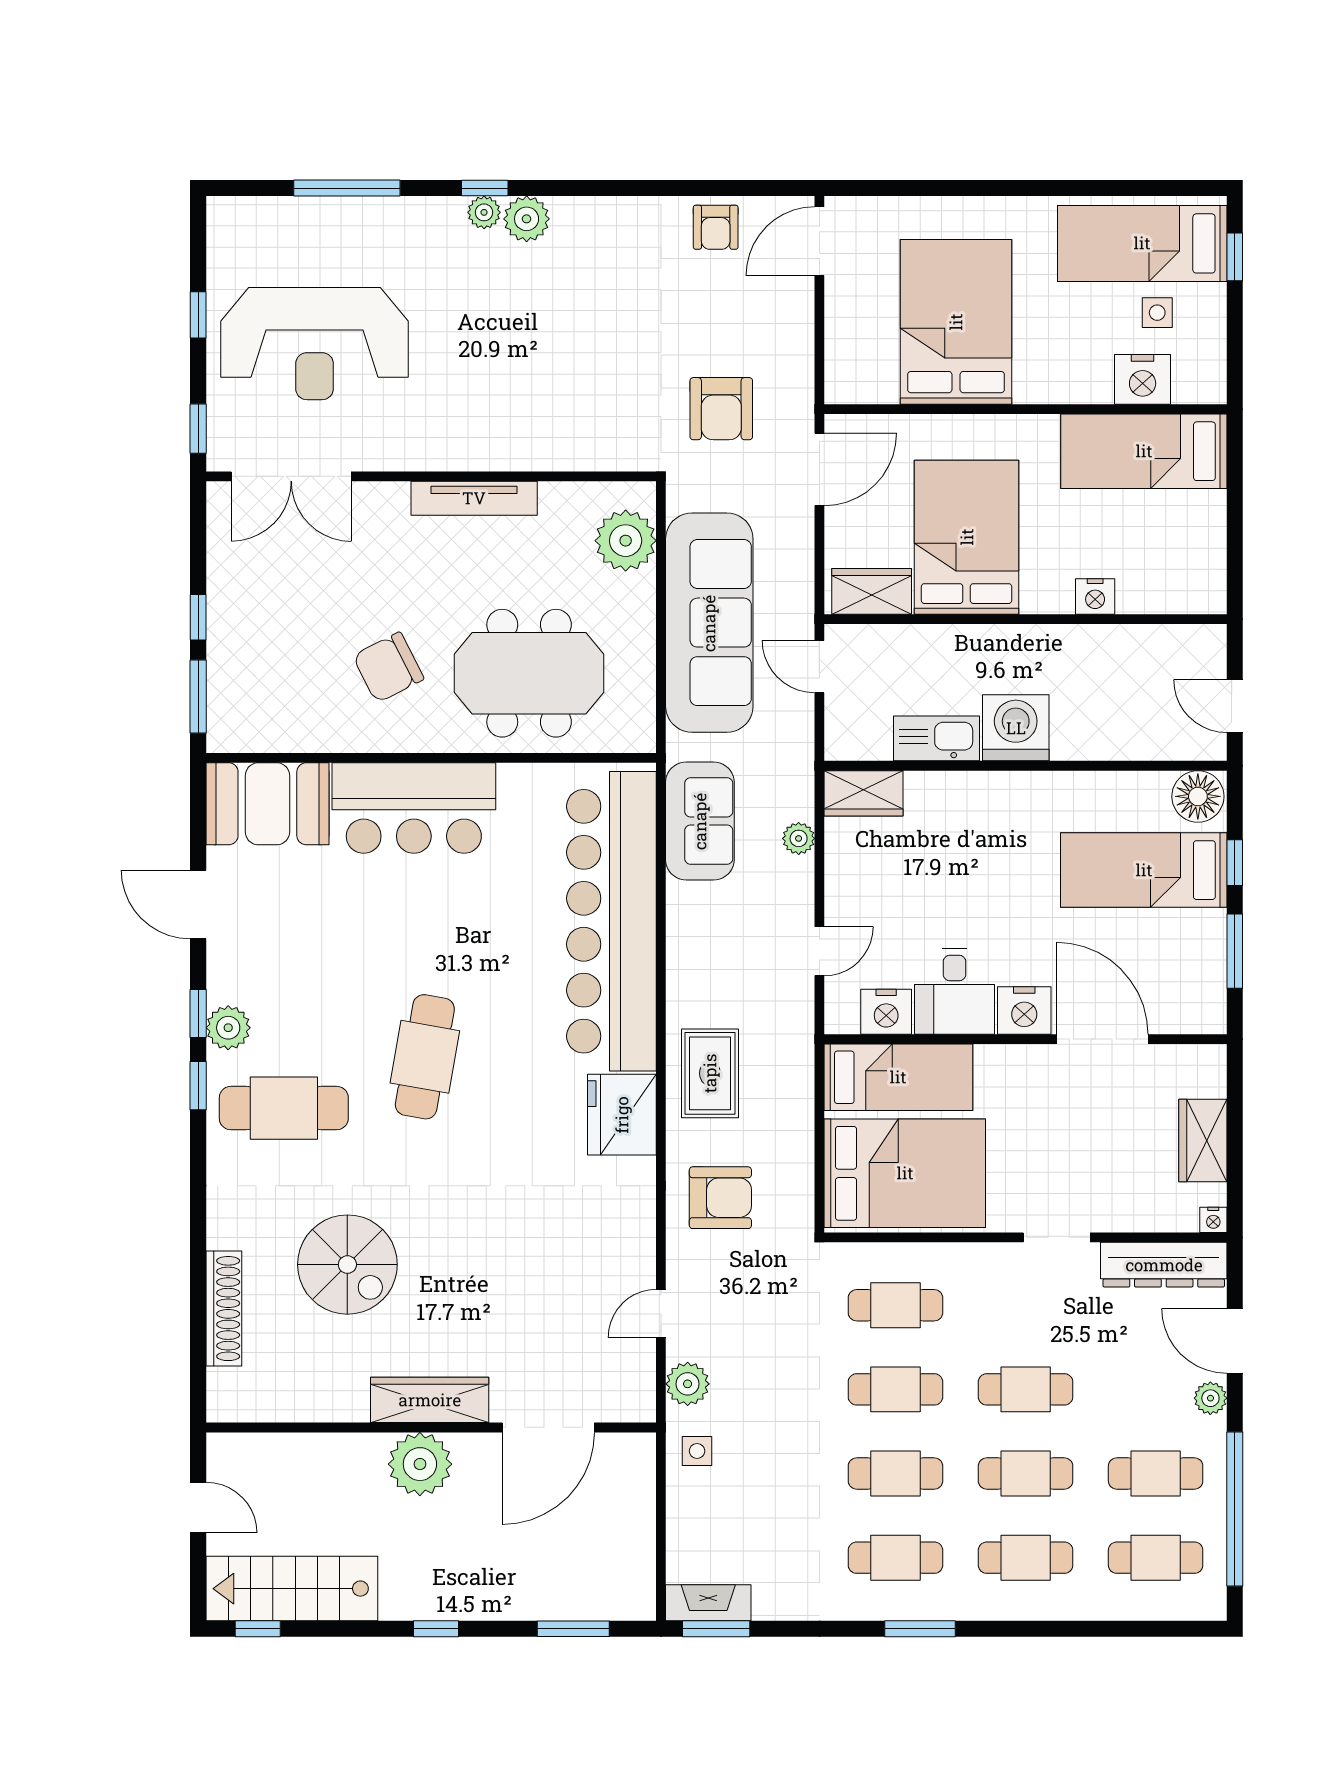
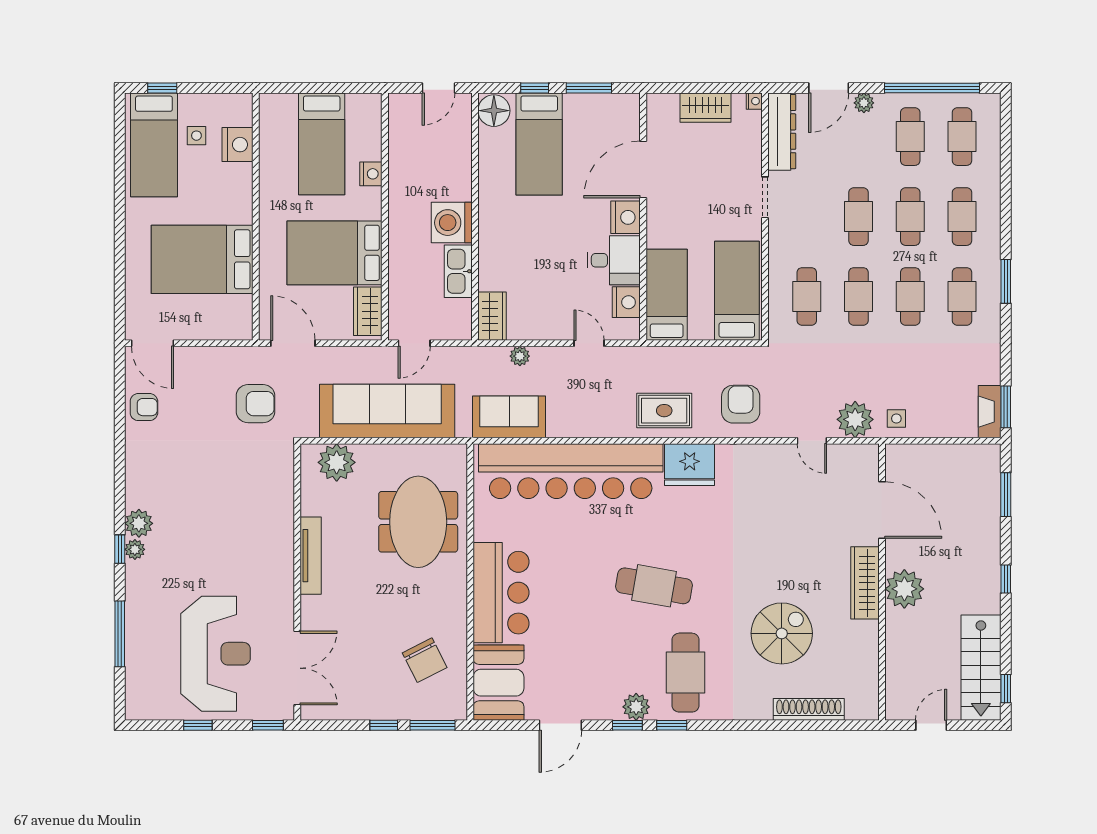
bed: (1144, 451) -> (322, 144), moved
chair: (388, 667) -> (425, 660), moved
bed: (905, 1173) -> (737, 291), width x0.67
plant: (688, 1384) -> (855, 419), width x1.36, depth x1.36

